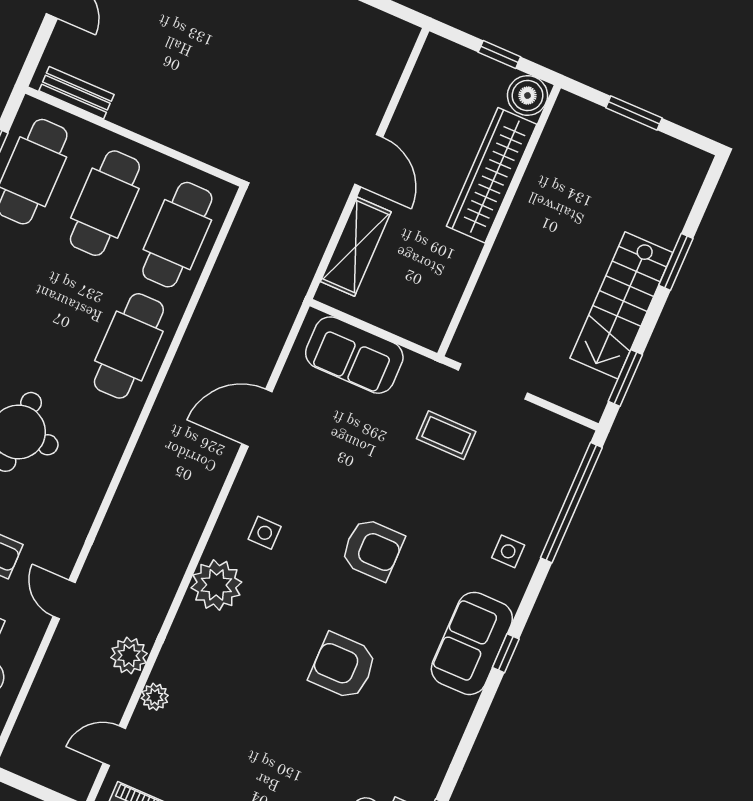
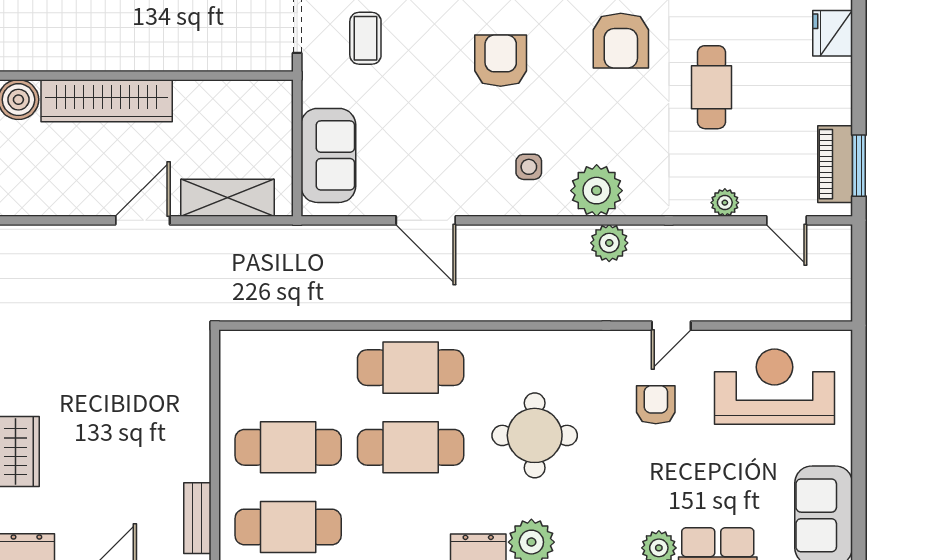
cafe table: (177, 235) -> (411, 447), moved
plant: (129, 656) -> (609, 243), moved
cafe table: (265, 730) -> (711, 87), added

